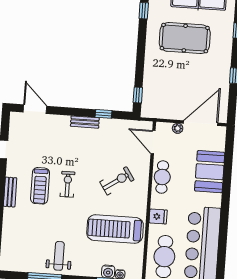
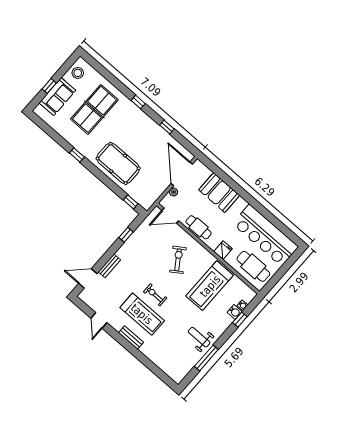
pool table: (185, 38) -> (118, 163), moved, turned 90
bench: (85, 122) -> (109, 266), moved
treadmill: (40, 186) -> (142, 314), width x1.37, depth x1.38

